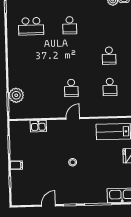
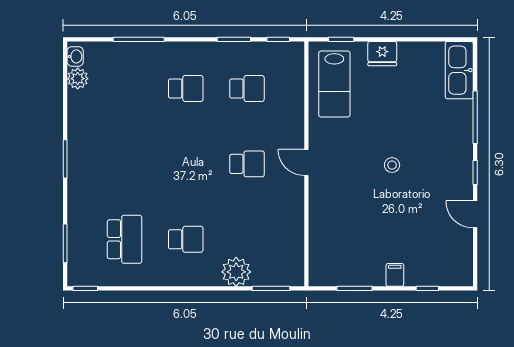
school desk: (70, 25) -> (186, 239), moved
plant: (16, 95) -> (236, 272), moved
kitchen sink: (38, 126) -> (320, 230), removed

